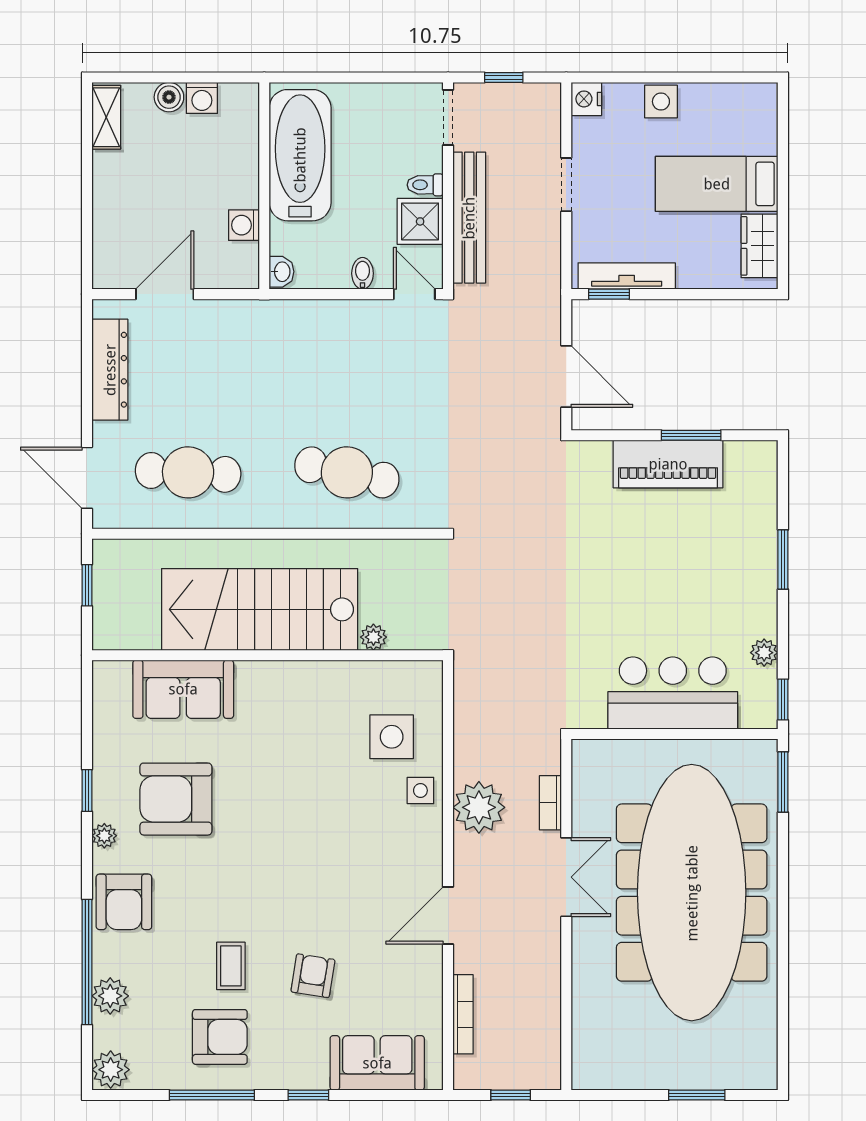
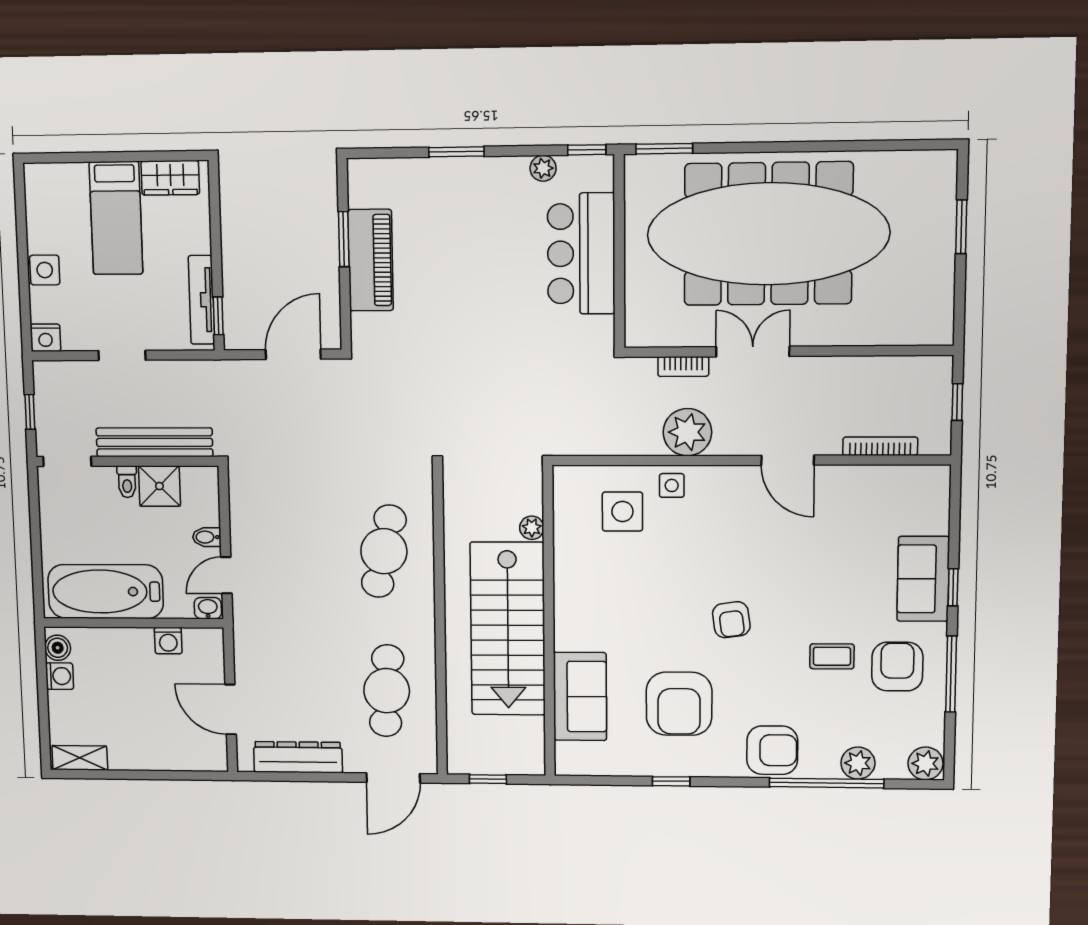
boiler: (169, 97) -> (58, 648), moved
door: (414, 294) -> (226, 575), moved
plant: (104, 836) -> (712, 767), removed
armchair: (313, 976) -> (731, 620), moved, turned -107
sofa: (377, 1063) -> (923, 579), moved

